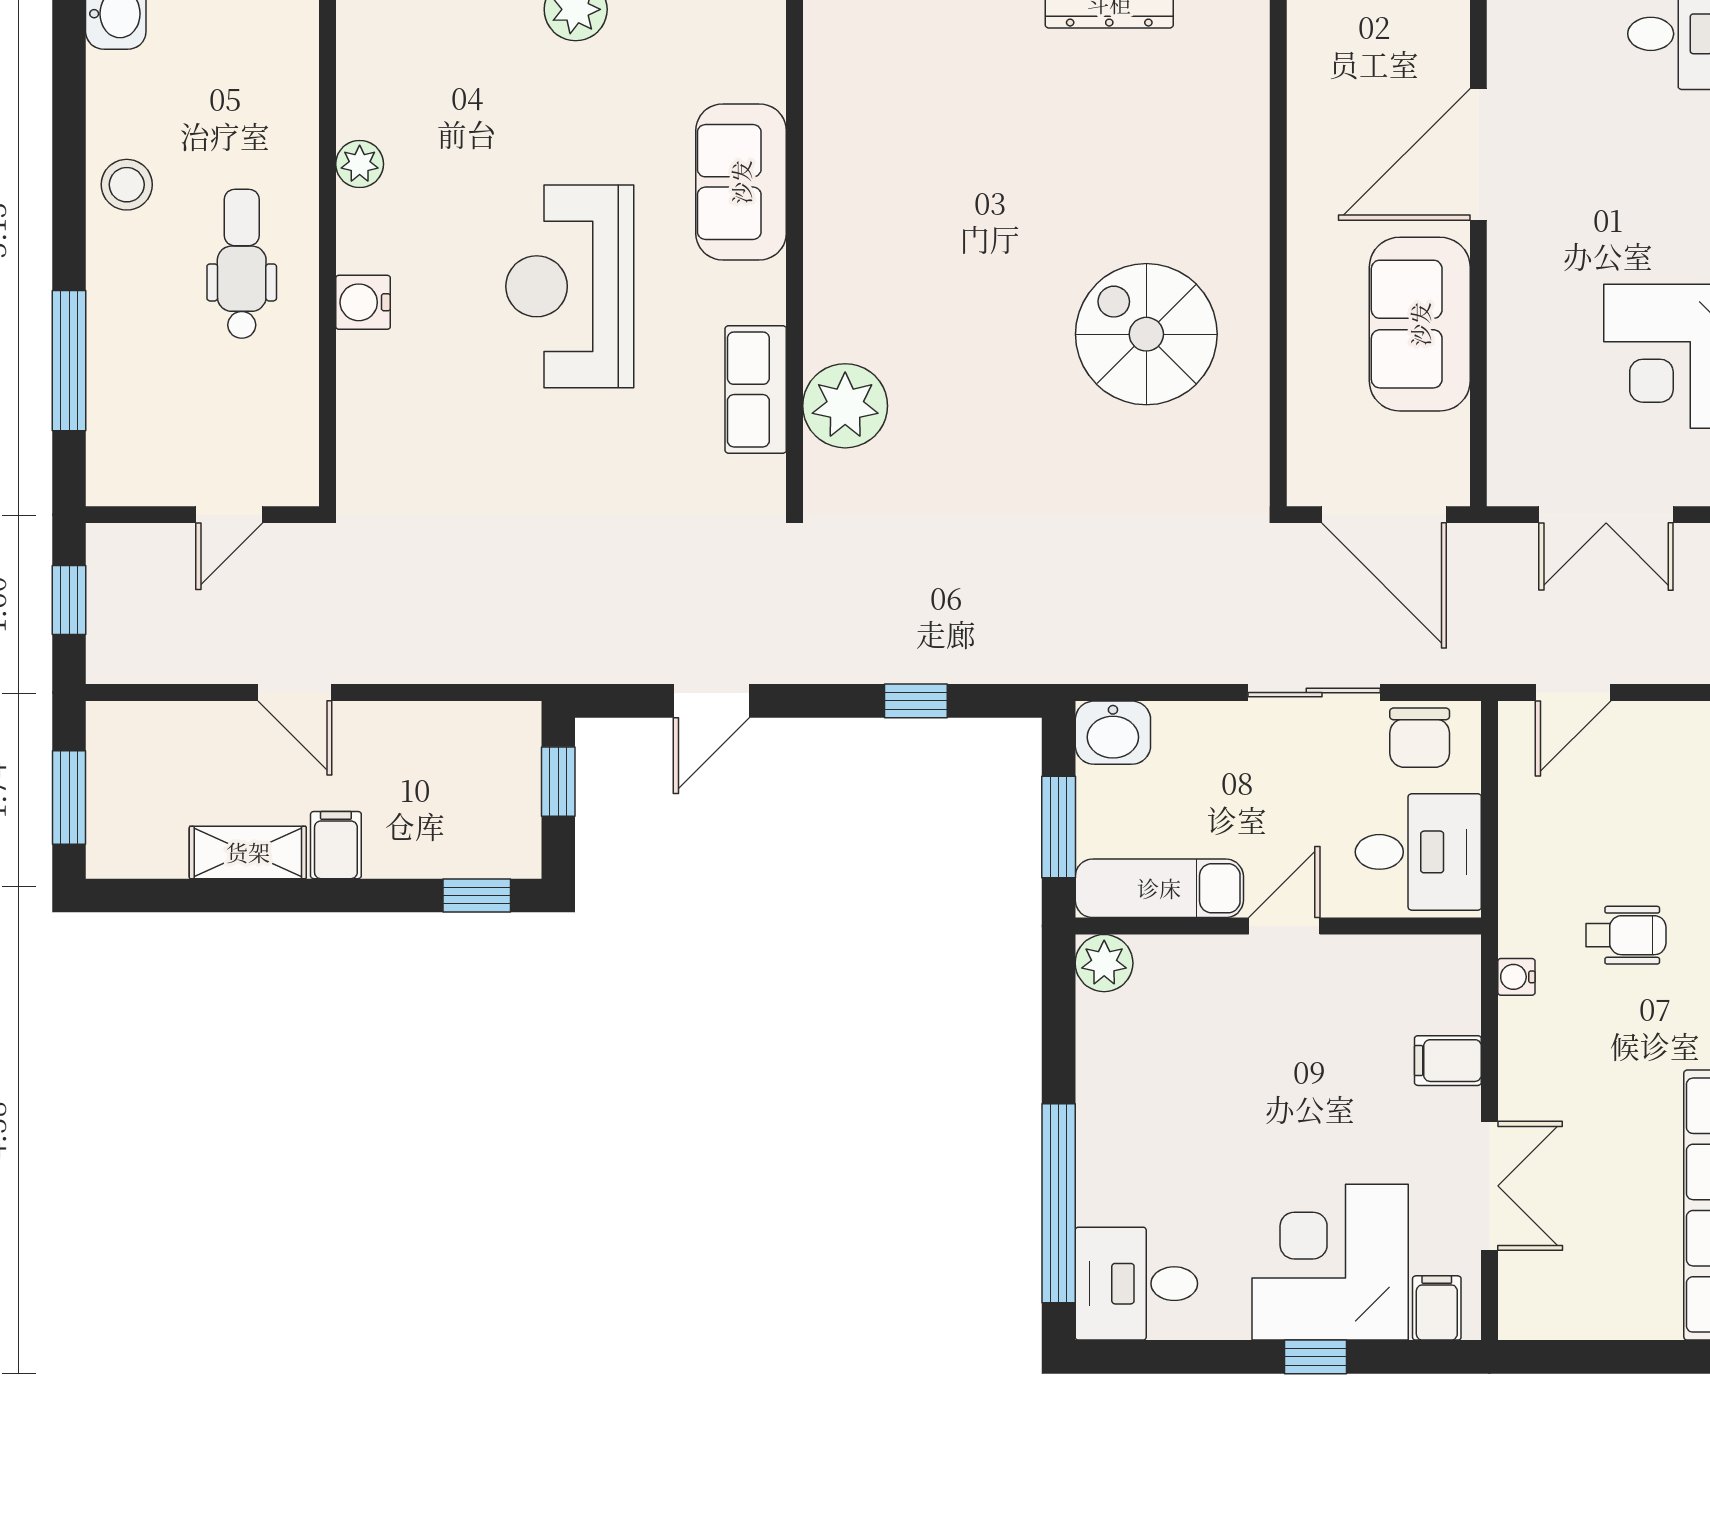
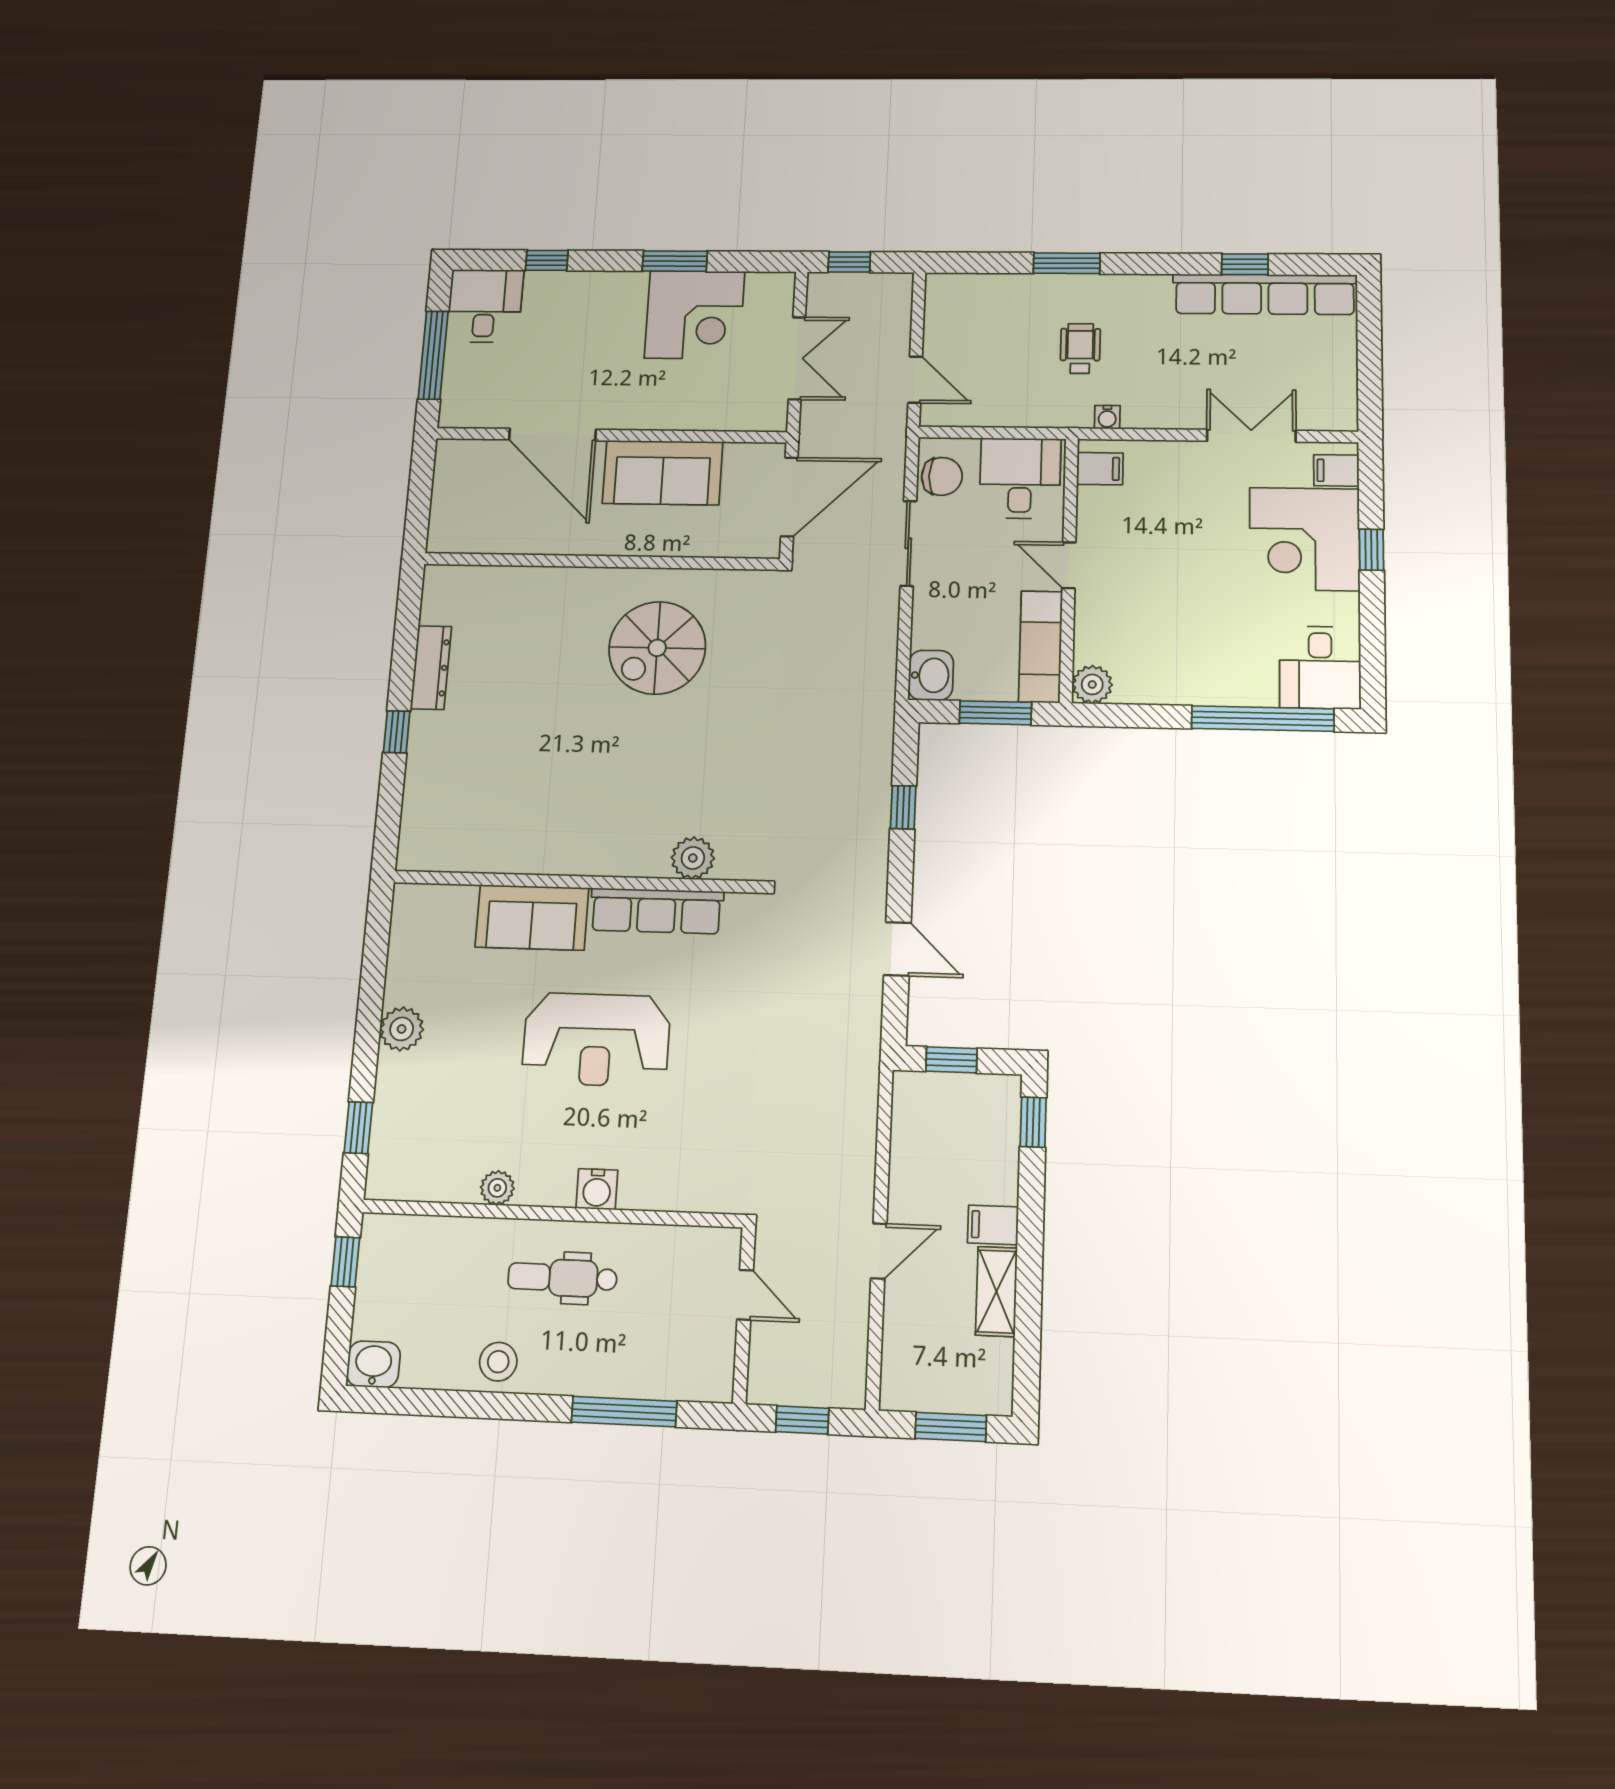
row of seats: (756, 389) -> (656, 911), width x1.48
plant: (845, 406) -> (693, 858), width x0.73, depth x0.73
filing cabinet: (1448, 1061) -> (1100, 469), moved, turned -90

